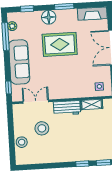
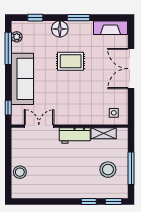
rug: (60, 44) -> (71, 61), width x0.73, depth x0.70
stool: (42, 128) -> (108, 170), moved

